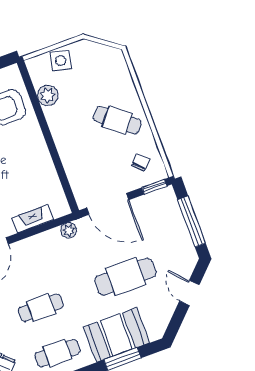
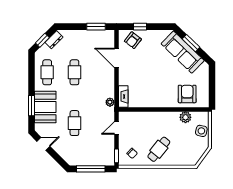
door: (108, 204) -> (116, 128), width x0.53
fireplace: (33, 219) -> (123, 96), moved
cafe table: (125, 277) -> (74, 123), width x0.73, depth x0.74
door: (189, 293) -> (43, 144), moved

